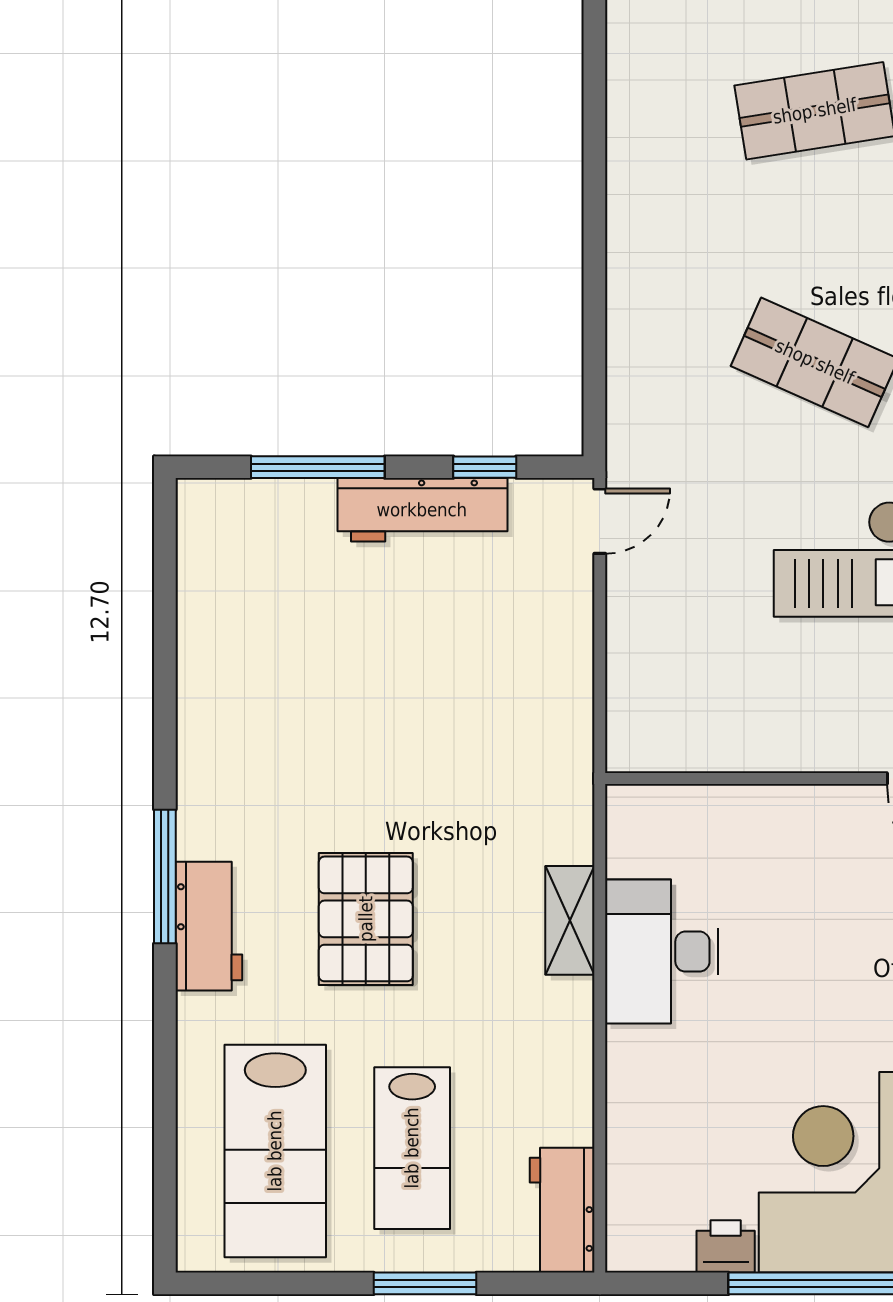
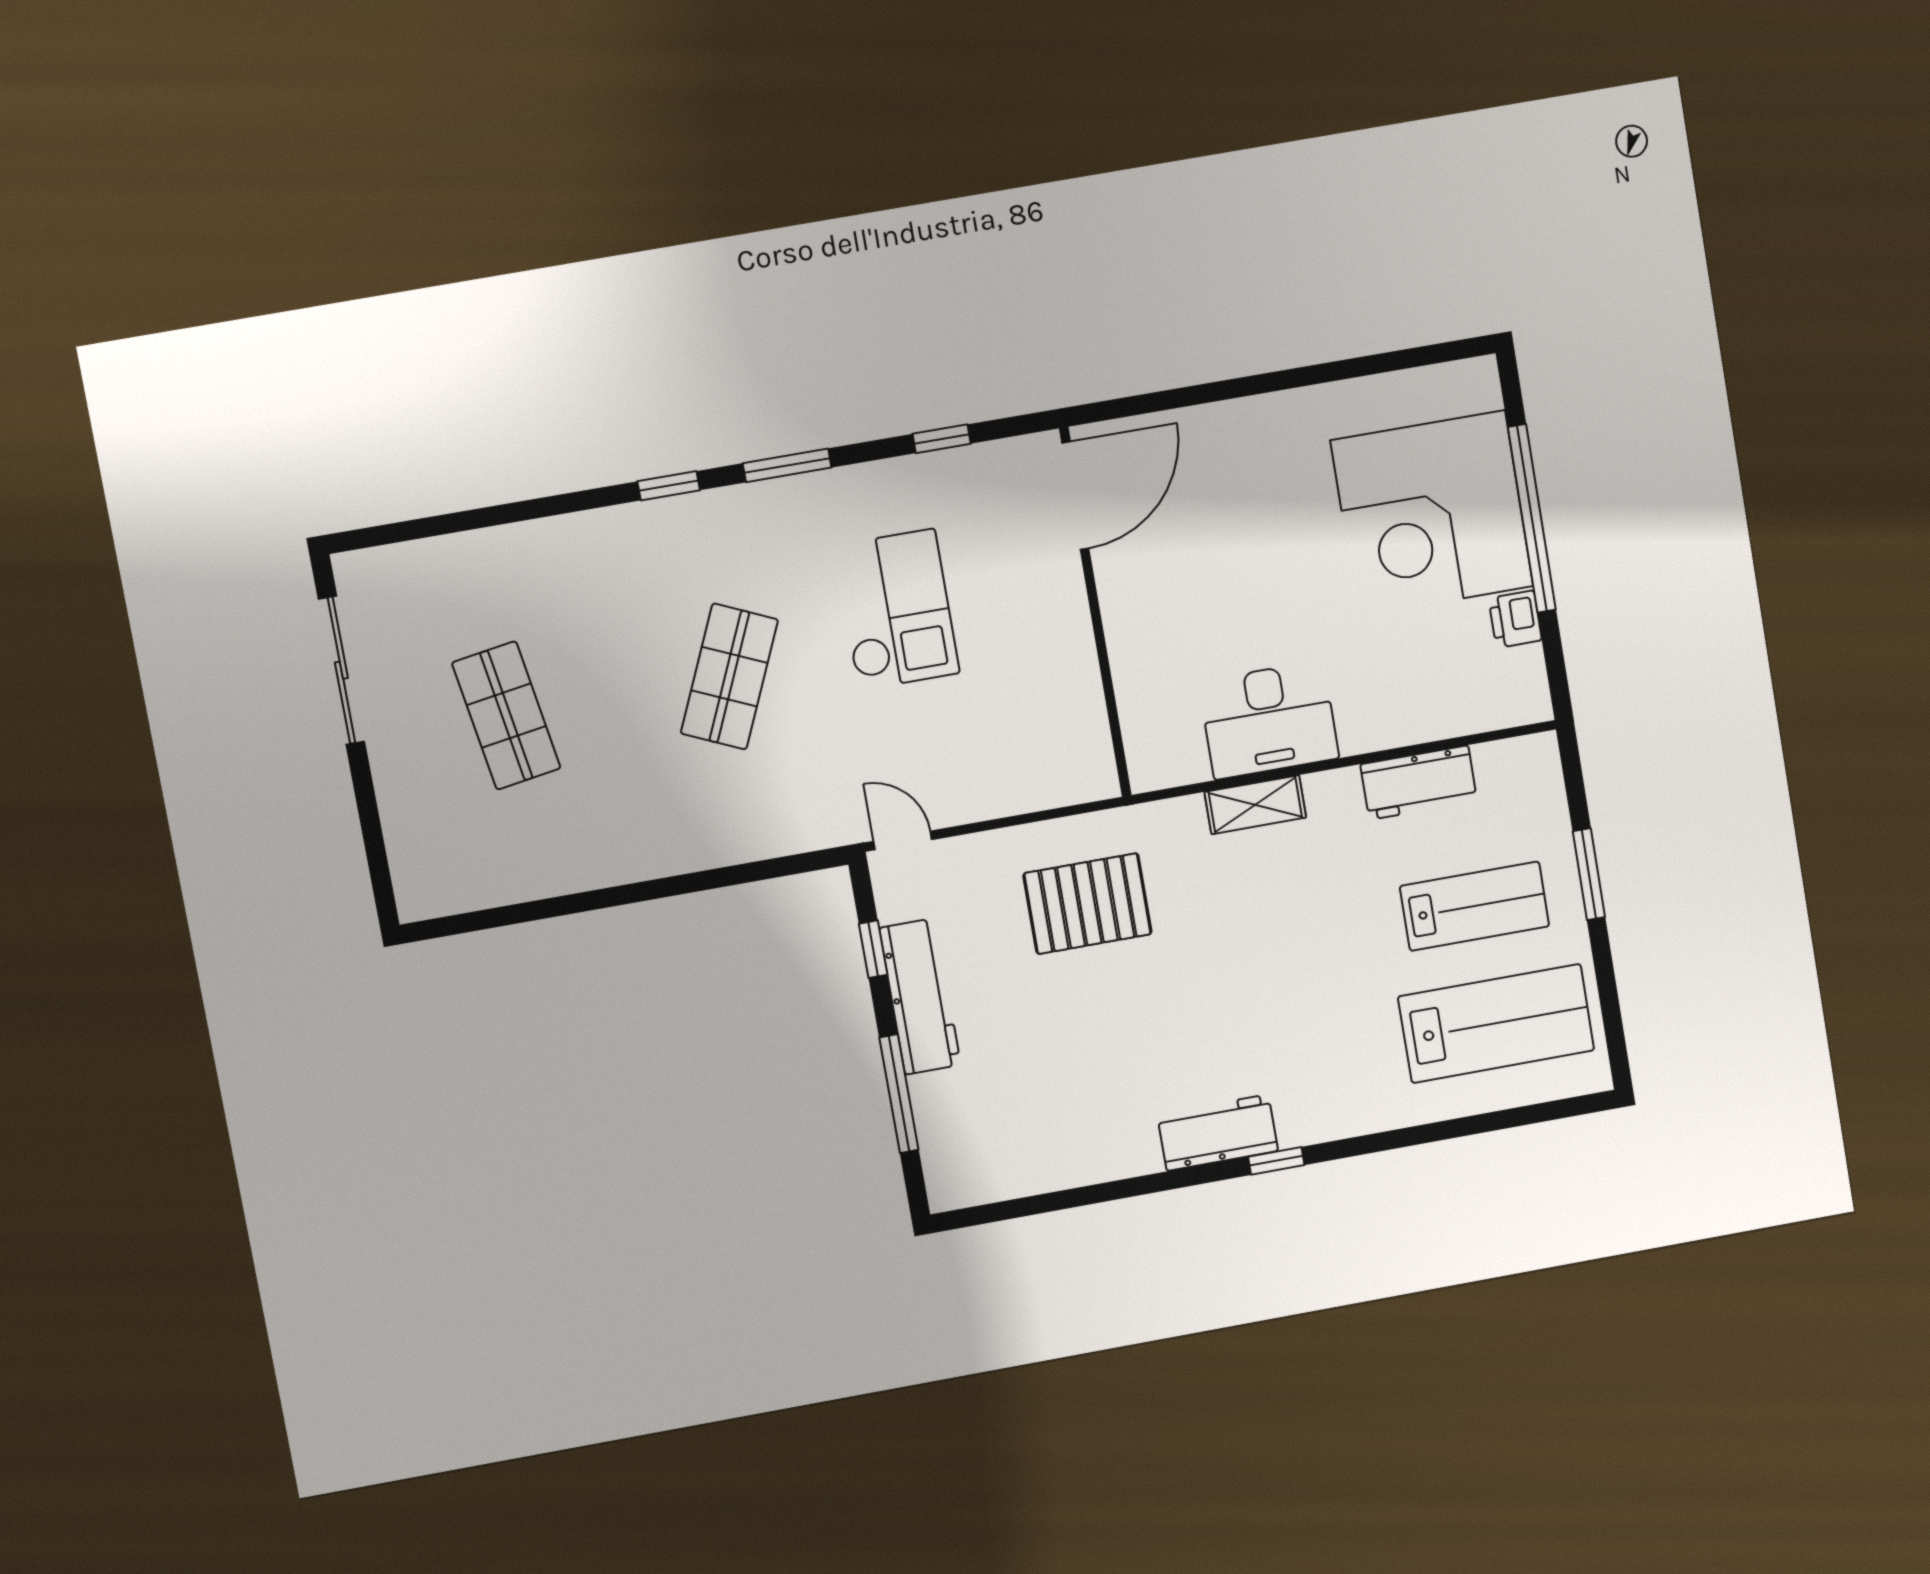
window: (165, 877) -> (1276, 1161), width x0.46
pallet: (366, 919) -> (1087, 904), moved
workbench: (209, 926) -> (1218, 1133), moved
workbench: (562, 1210) -> (1419, 783), moved

